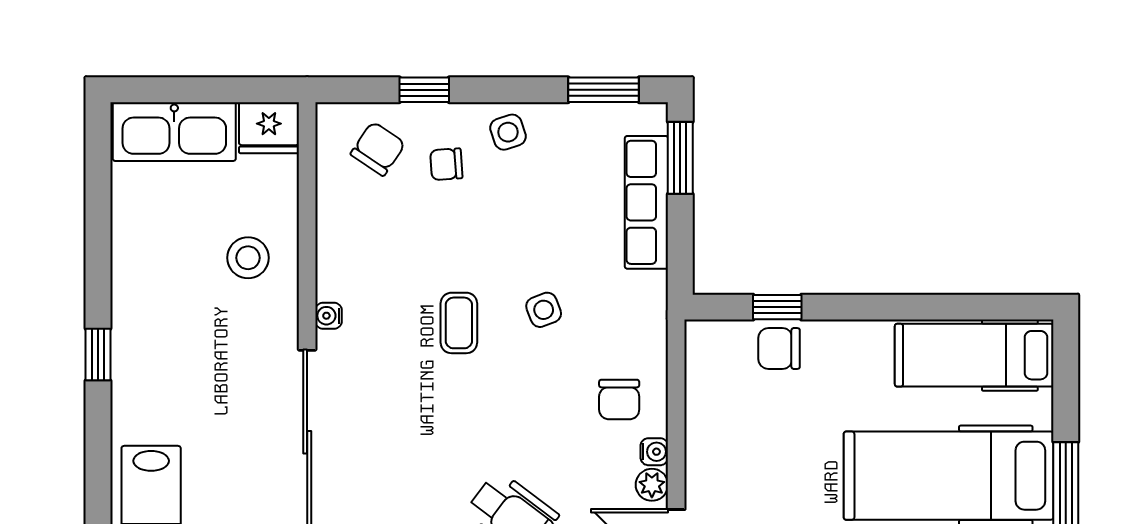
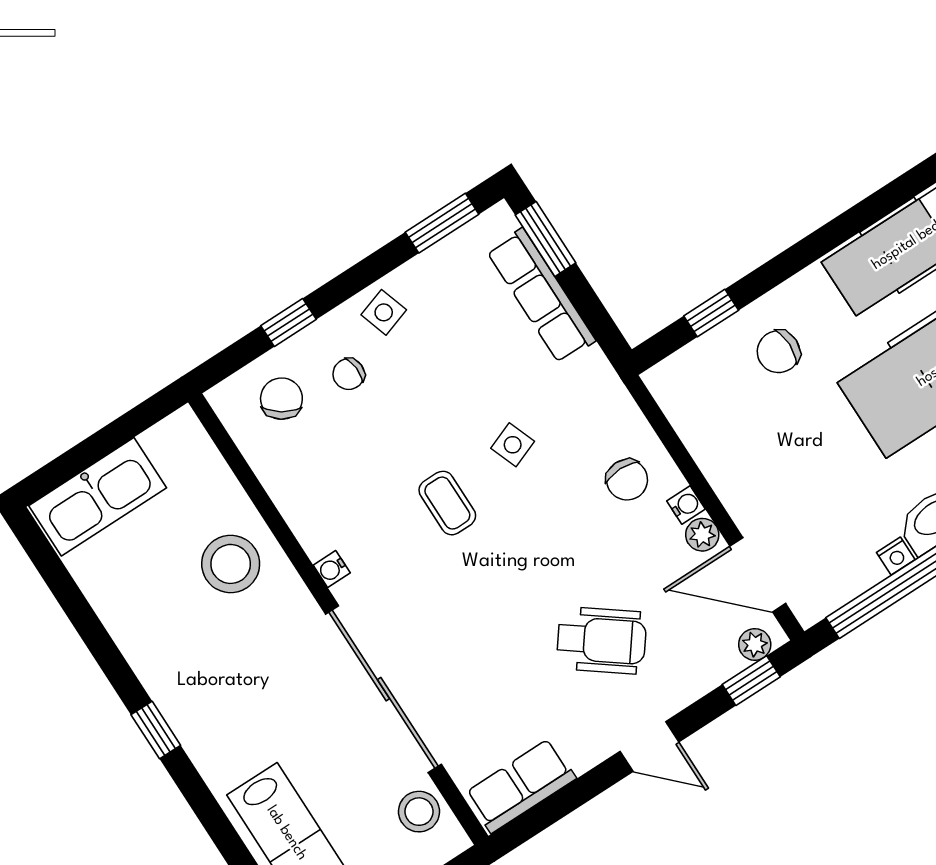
fridge: (269, 128) -> (176, 441), removed
stool: (248, 258) -> (231, 564), width x1.38, depth x1.38
chair: (779, 349) -> (778, 352), moved

